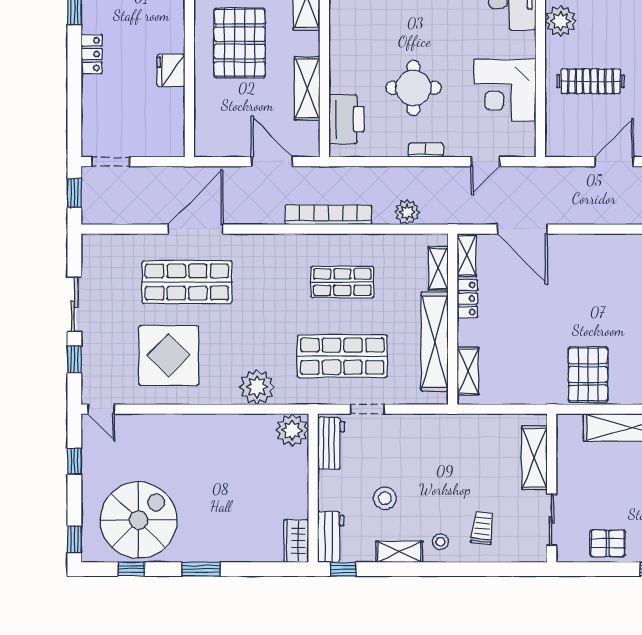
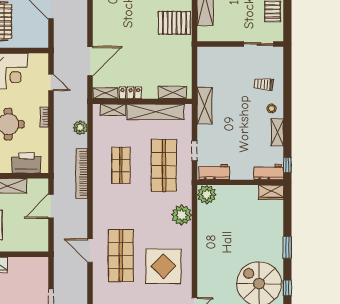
door: (195, 229) -> (90, 251), width x0.73
shelving: (535, 458) -> (205, 105), moved, turned 90
stool: (385, 498) -> (246, 141), removed

